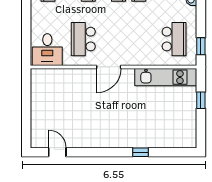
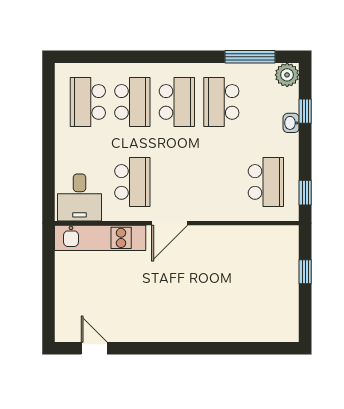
school desk: (83, 39) -> (132, 182), turned 180
kitchen unit: (166, 77) -> (100, 238), moved
window: (141, 152) -> (216, 348), removed

